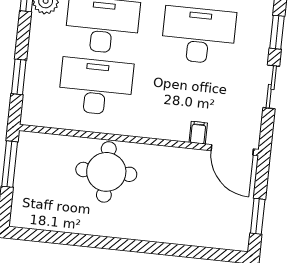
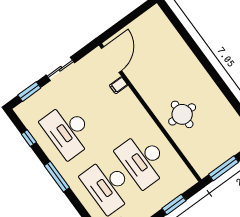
round table: (106, 172) -> (182, 114), width x0.73, depth x0.73
window: (258, 216) -> (134, 15), removed

